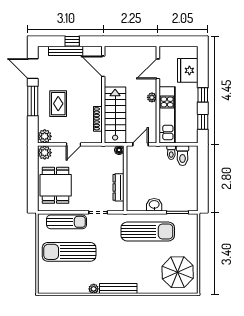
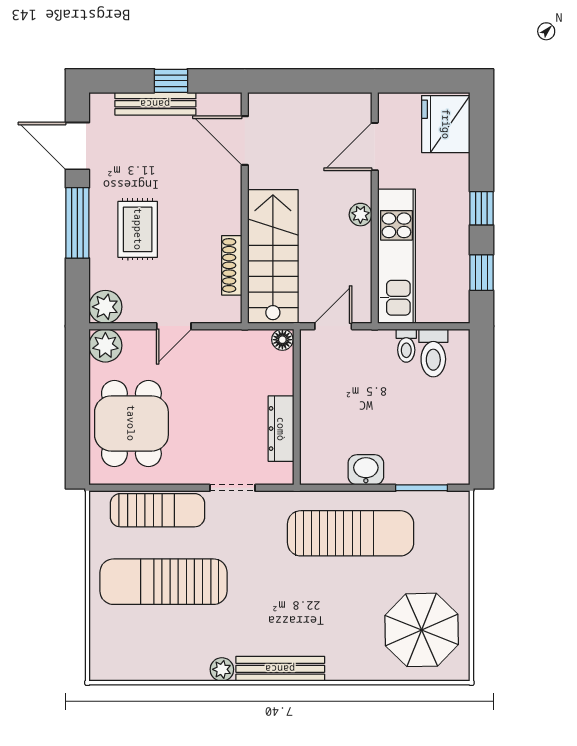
fridge: (188, 70) -> (446, 124), moved

